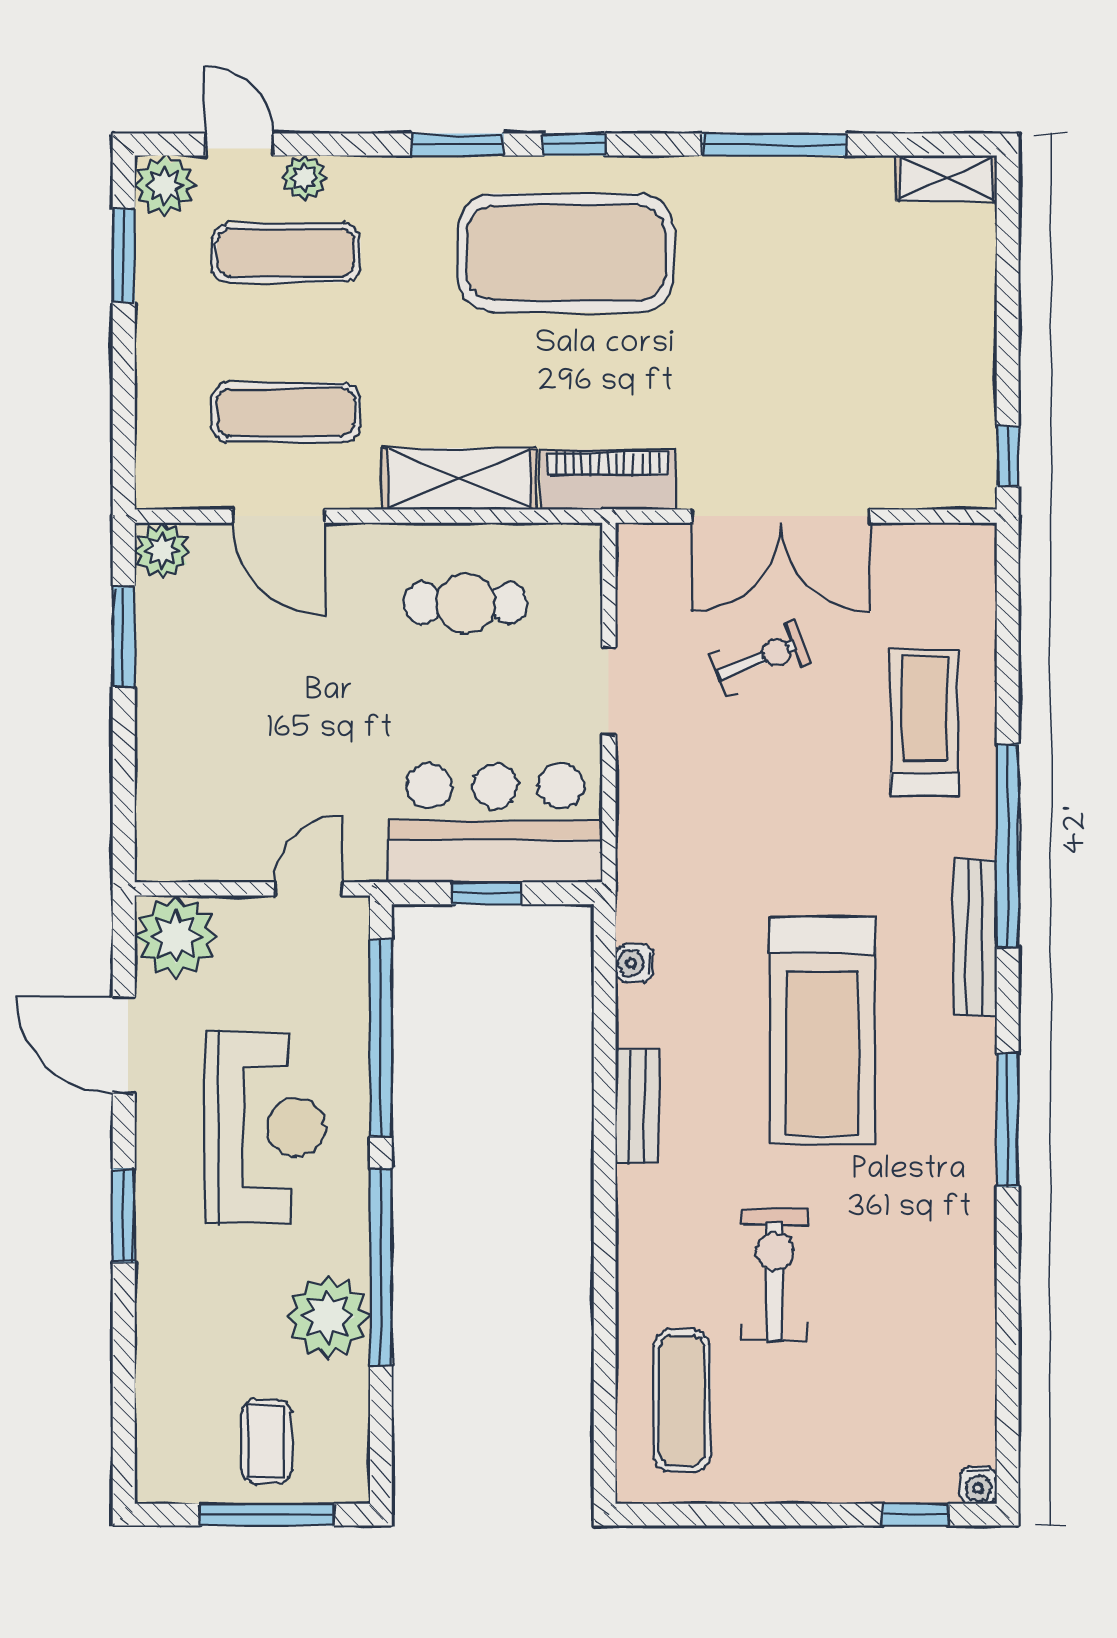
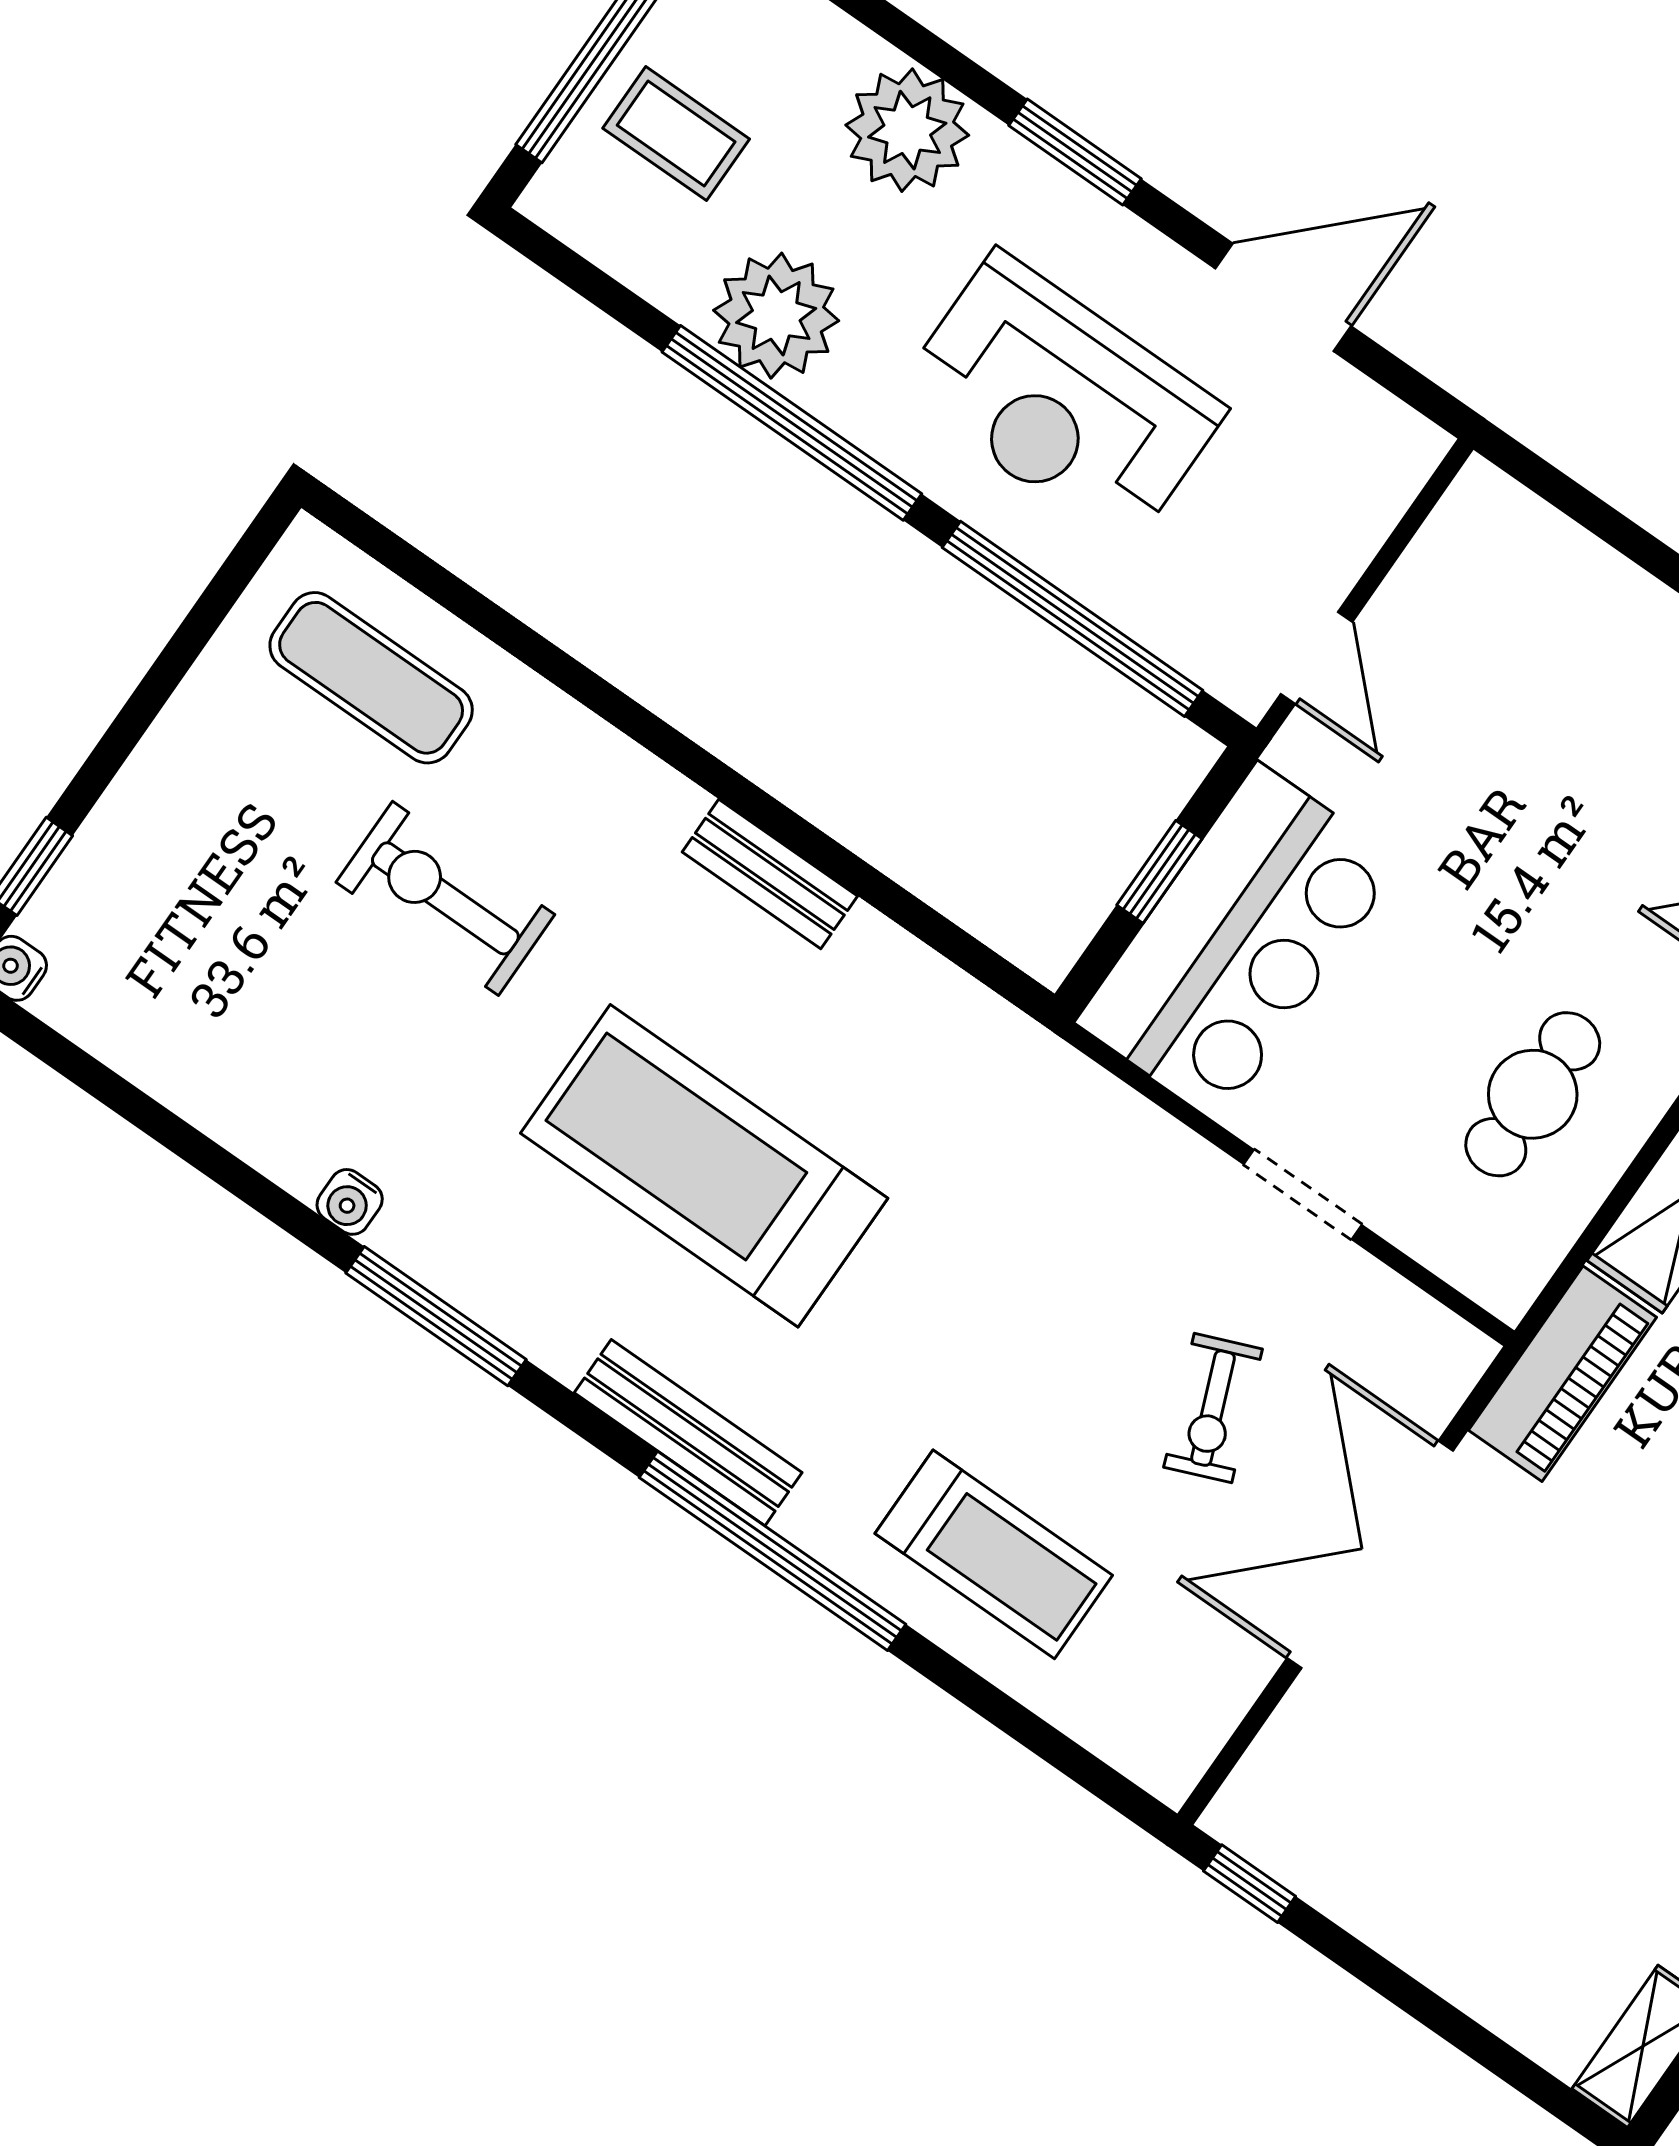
plant: (176, 937) -> (907, 130), moved
water cooler: (634, 963) -> (350, 1202), moved, turned 180
exercise bike: (775, 1275) -> (445, 898), turned 180

